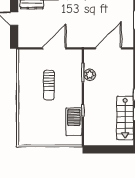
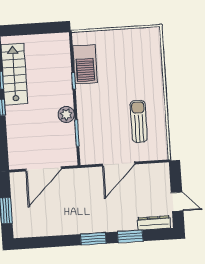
plant: (90, 75) -> (66, 114), moved
sun lounger: (49, 85) -> (139, 121), moved

